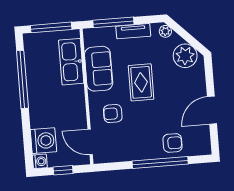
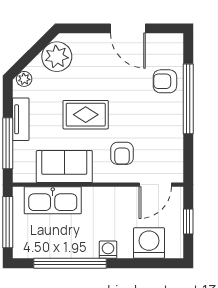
armchair: (172, 143) -> (165, 81), turned -90
washing machine: (40, 161) -> (108, 250), moved

